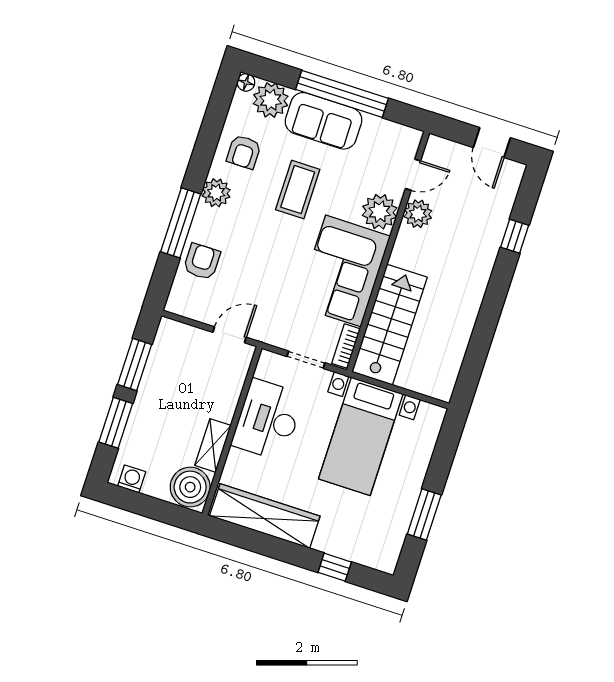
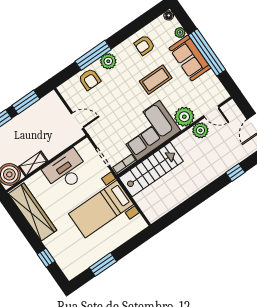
plant: (271, 100) -> (180, 33), width x0.53, depth x0.53
plant: (216, 193) -> (108, 61), moved
armchair: (202, 262) -> (90, 79), turned 90

